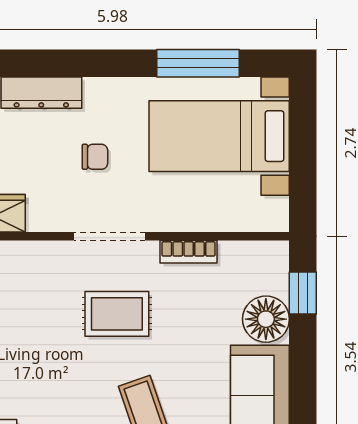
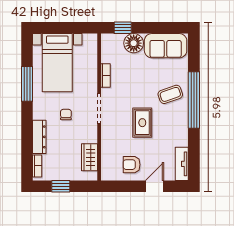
window: (198, 63) -> (27, 84), moved
rug: (117, 314) -> (142, 123), moved

